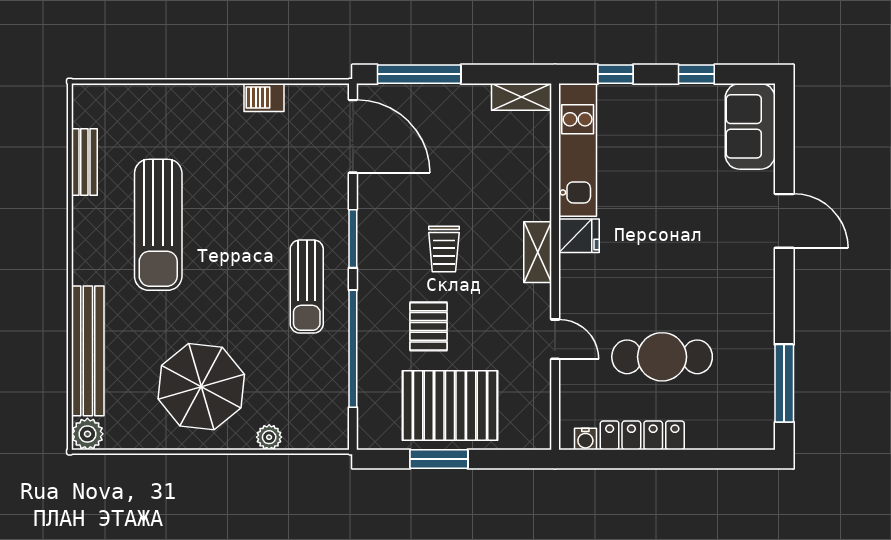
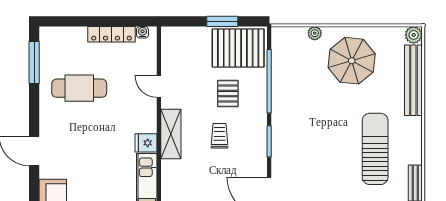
shelving: (538, 252) -> (171, 134), width x1.50, depth x1.33
sun lounger: (307, 287) -> (294, 115), removed
cafe table: (662, 357) -> (79, 88), moved
pallet: (450, 405) -> (238, 48), moved

